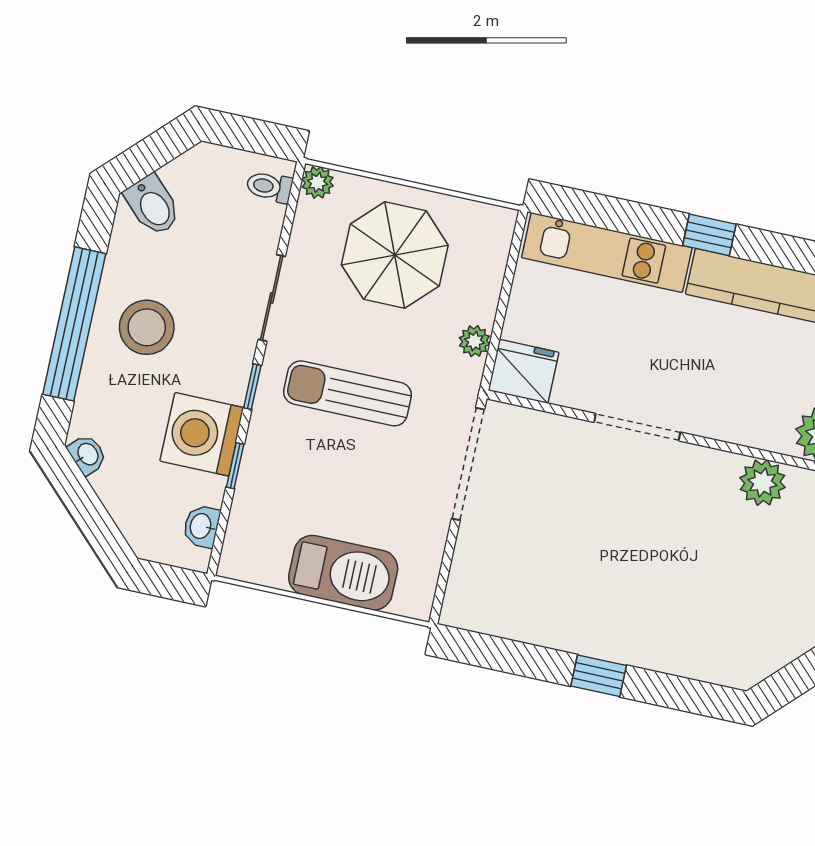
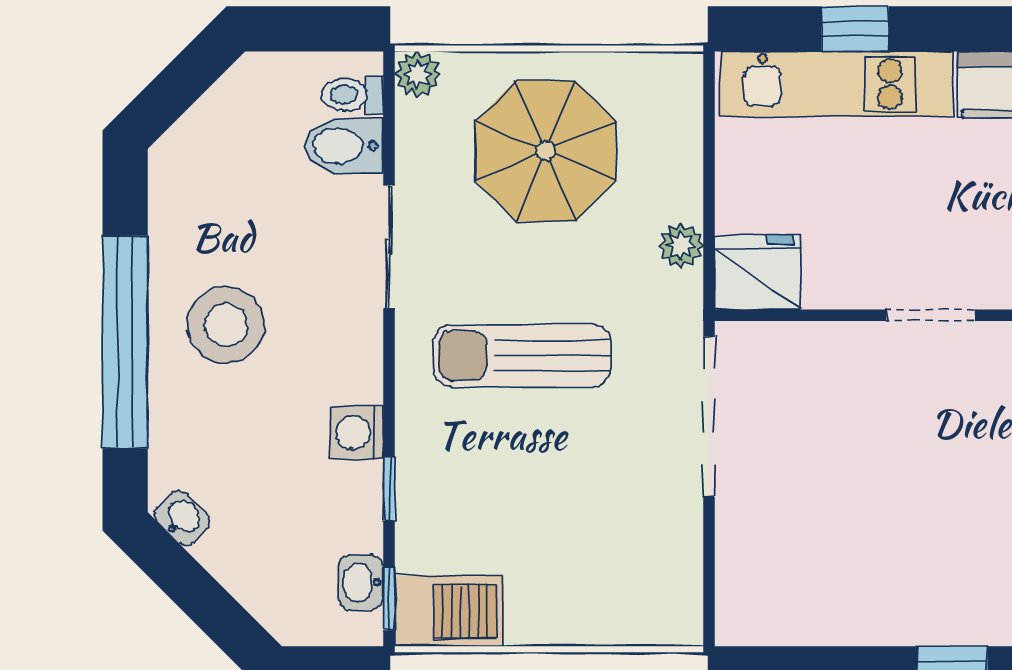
bidet: (153, 205) -> (344, 146), moved, turned 135
window: (709, 235) -> (855, 29), moved
window: (252, 387) -> (389, 599), moved
doorway: (637, 427) -> (931, 315), width x0.73
washing machine: (202, 434) -> (357, 432), width x0.53, depth x0.53
barbecue: (343, 573) -> (449, 611), moved, width x0.73, depth x0.83

